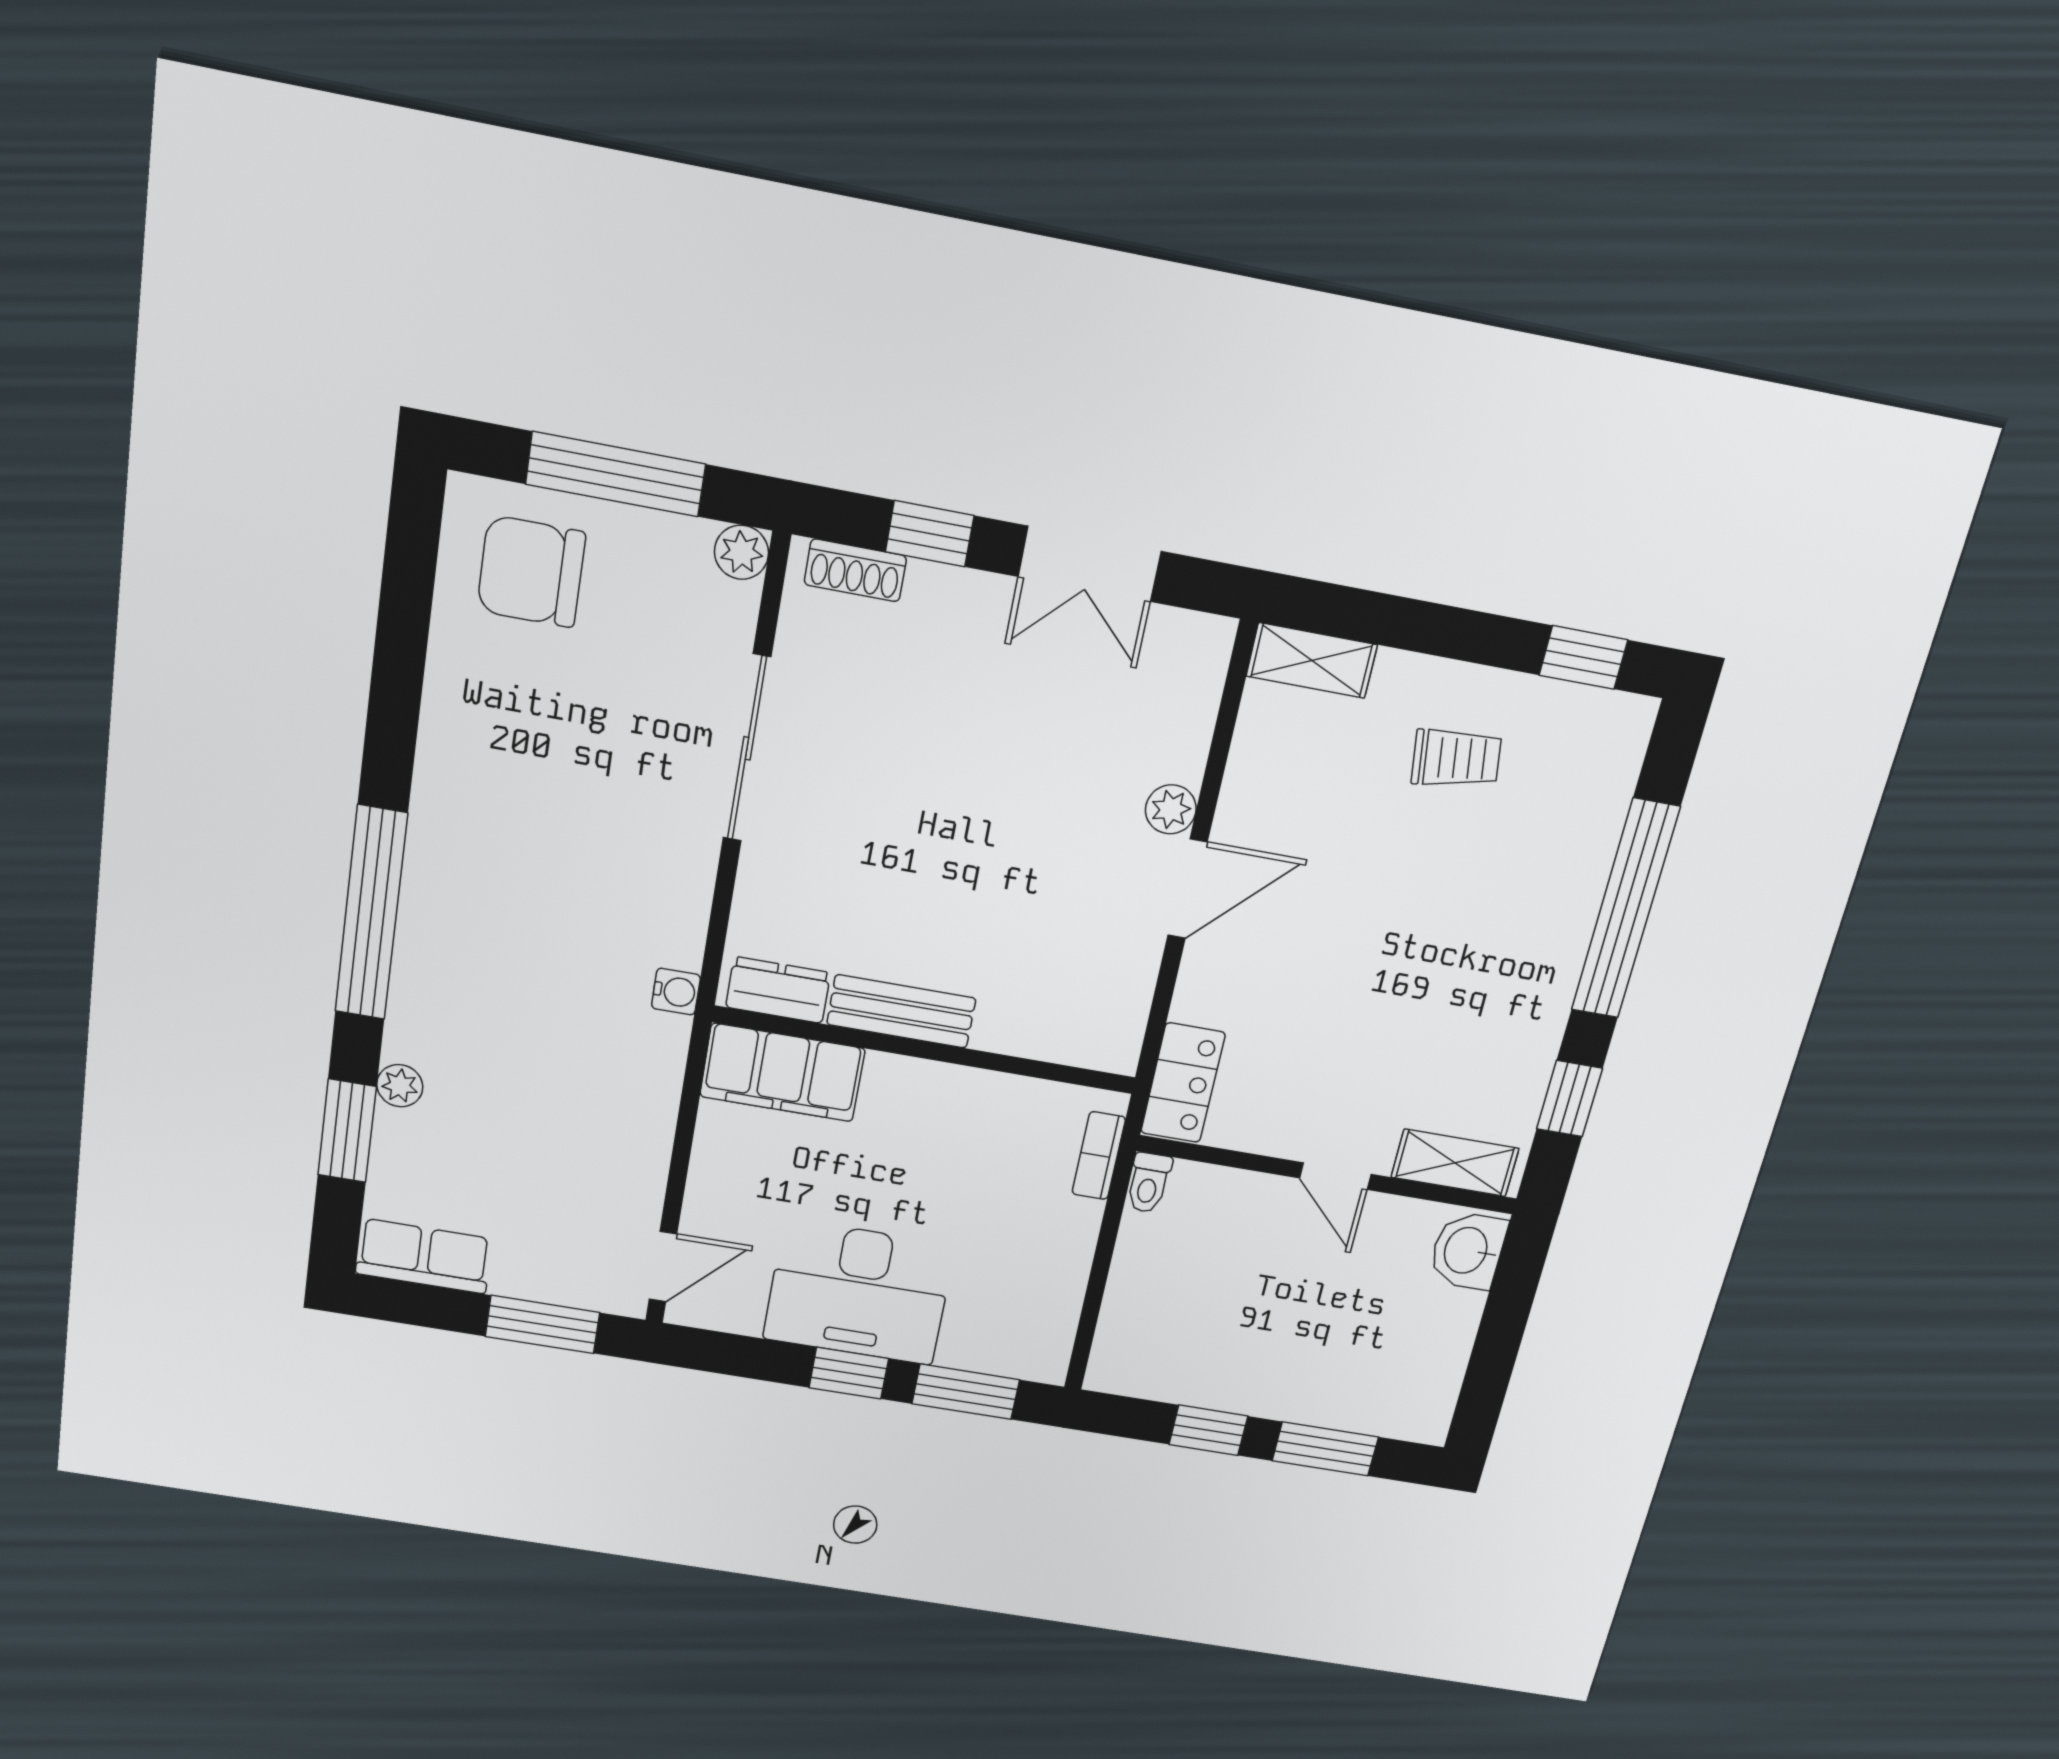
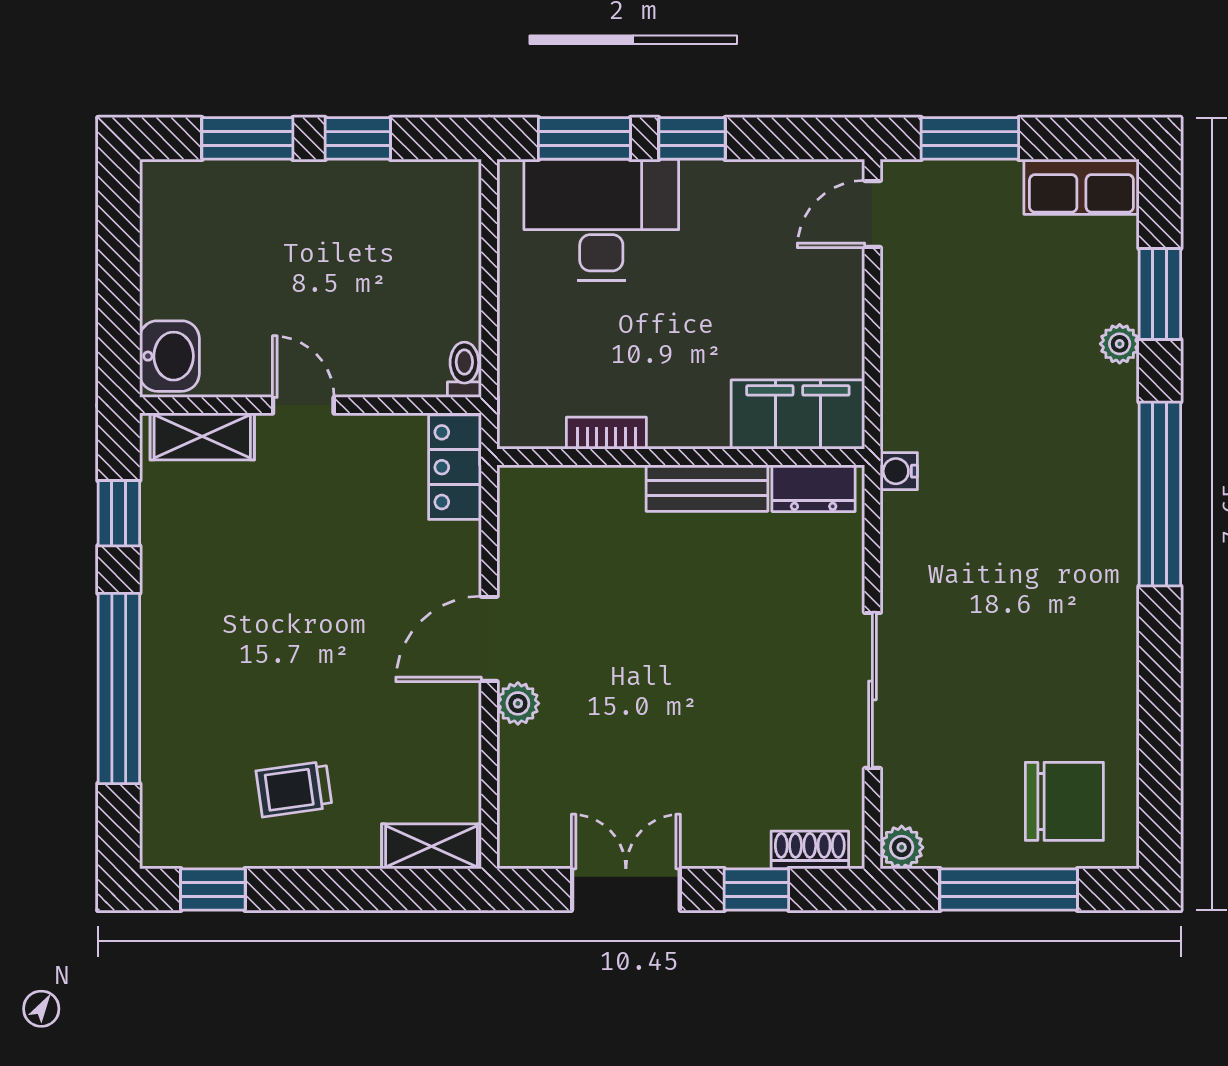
bookcase: (1099, 1156) -> (606, 433), moved, turned -90
desk: (859, 1292) -> (601, 220), moved

